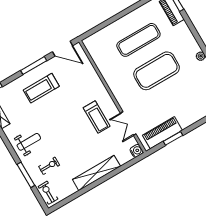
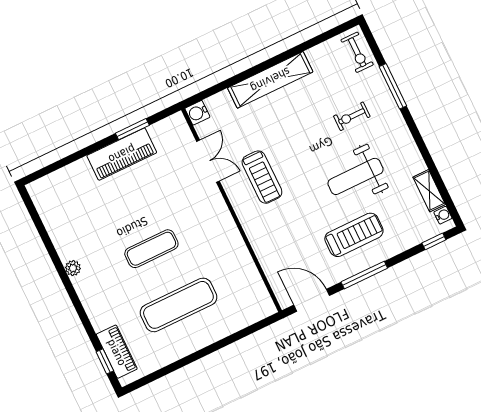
exercise mat: (157, 71) -> (151, 249), width x0.50, depth x0.69
treadmill: (97, 117) -> (262, 177), turned 180
piano: (162, 133) -> (122, 154), moved
weight bench: (29, 142) -> (355, 176), moved, width x1.36, depth x1.33
exercise bike: (49, 166) -> (352, 116), moved

